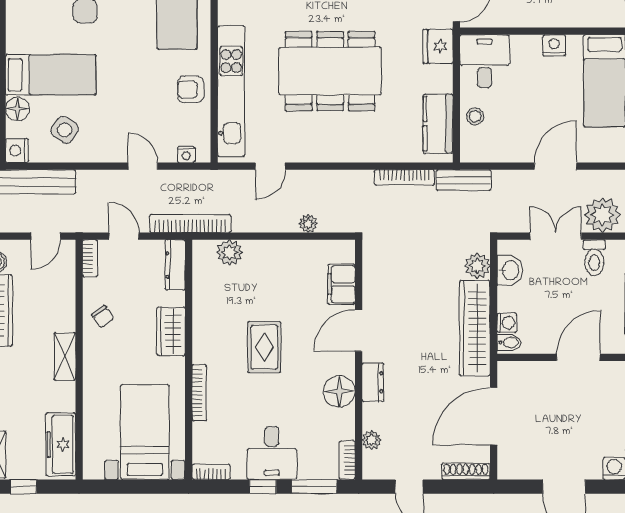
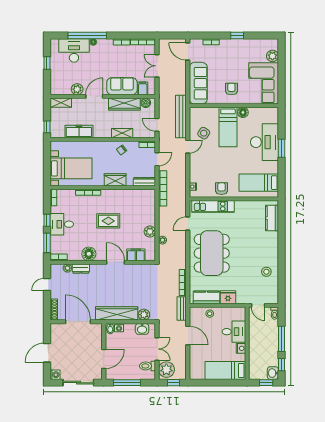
fridge: (438, 46) -> (228, 297), moved
desk: (485, 61) -> (234, 332), moved
dining table: (330, 71) -> (212, 253), moved
kitchen unit: (231, 91) -> (213, 206), width x0.73
floor lamp: (17, 109) -> (243, 112), moved
nightstand: (17, 150) -> (195, 112), removed
door: (143, 166) -> (188, 147), moved
door: (270, 166) -> (188, 223), hinge flipped
door: (555, 166) -> (188, 335), moved
plant: (230, 252) -> (150, 232), moved
shelving: (65, 356) -> (122, 133), moved
door: (578, 357) -> (104, 359), hinge flipped
dresser: (373, 382) -> (81, 269), moved
freezer: (61, 444) -> (79, 131), moved
window: (23, 487) -> (47, 127), moved

